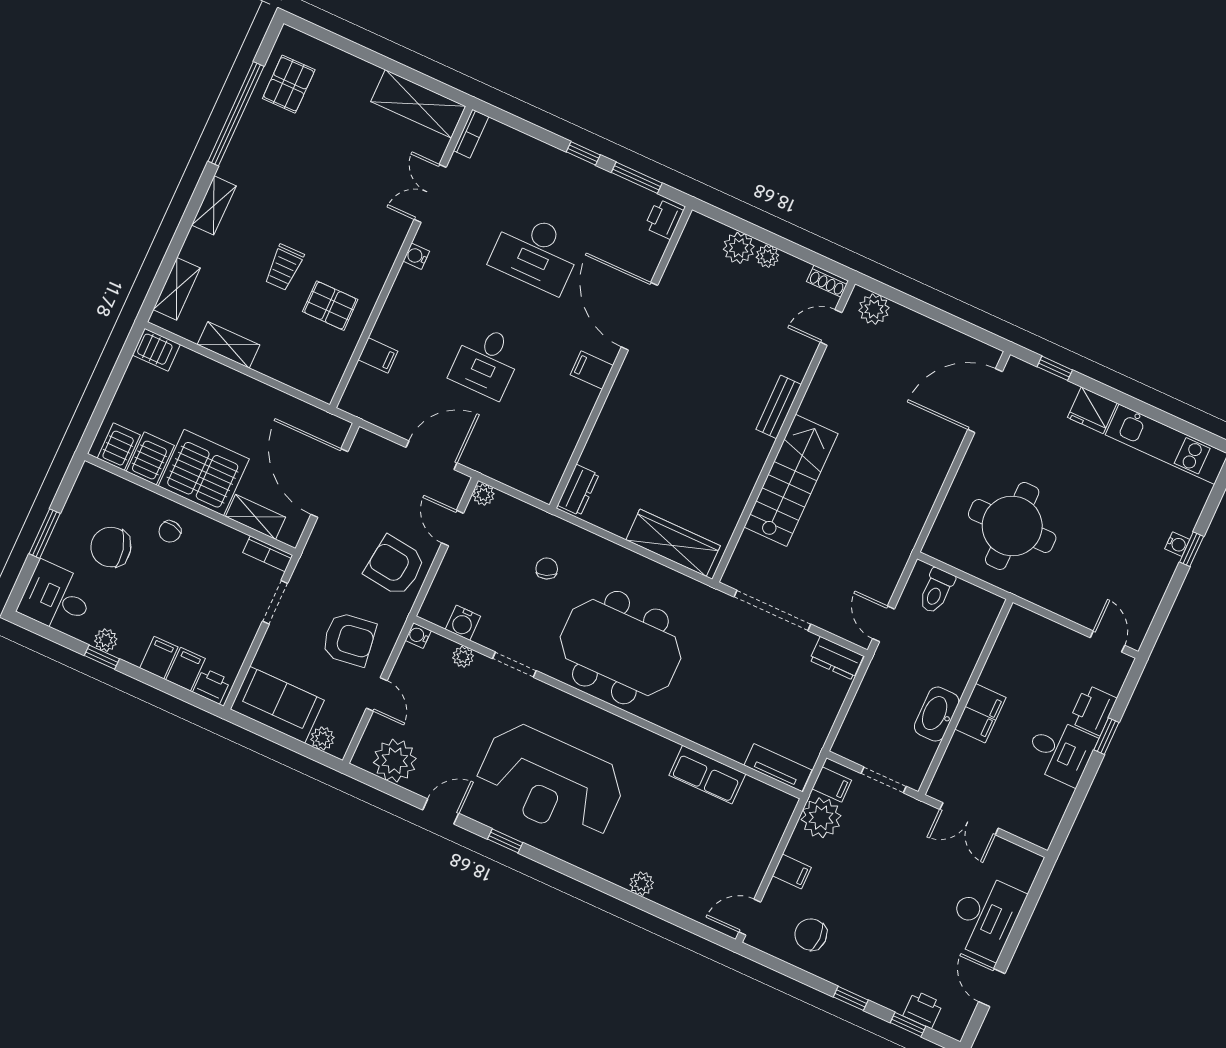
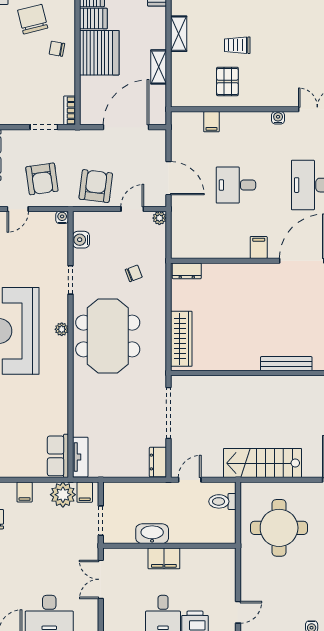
bench: (779, 407) -> (286, 364), width x1.36
stairs: (791, 480) -> (263, 463), moved, turned 180
shelving: (256, 517) -> (159, 67), moved
plant: (463, 657) -> (62, 329), moved
row of seats: (707, 775) -> (58, 456), moved

